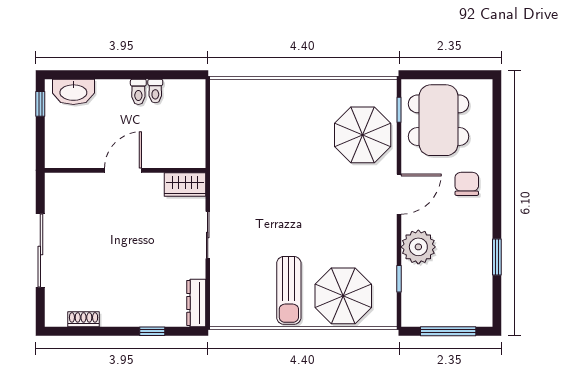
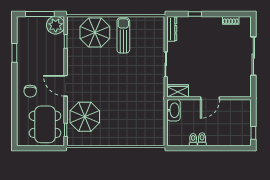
washbasin: (73, 92) -> (174, 110), moved, turned 90
door: (399, 194) -> (66, 86), hinge flipped
plant: (418, 247) -> (56, 25), moved

